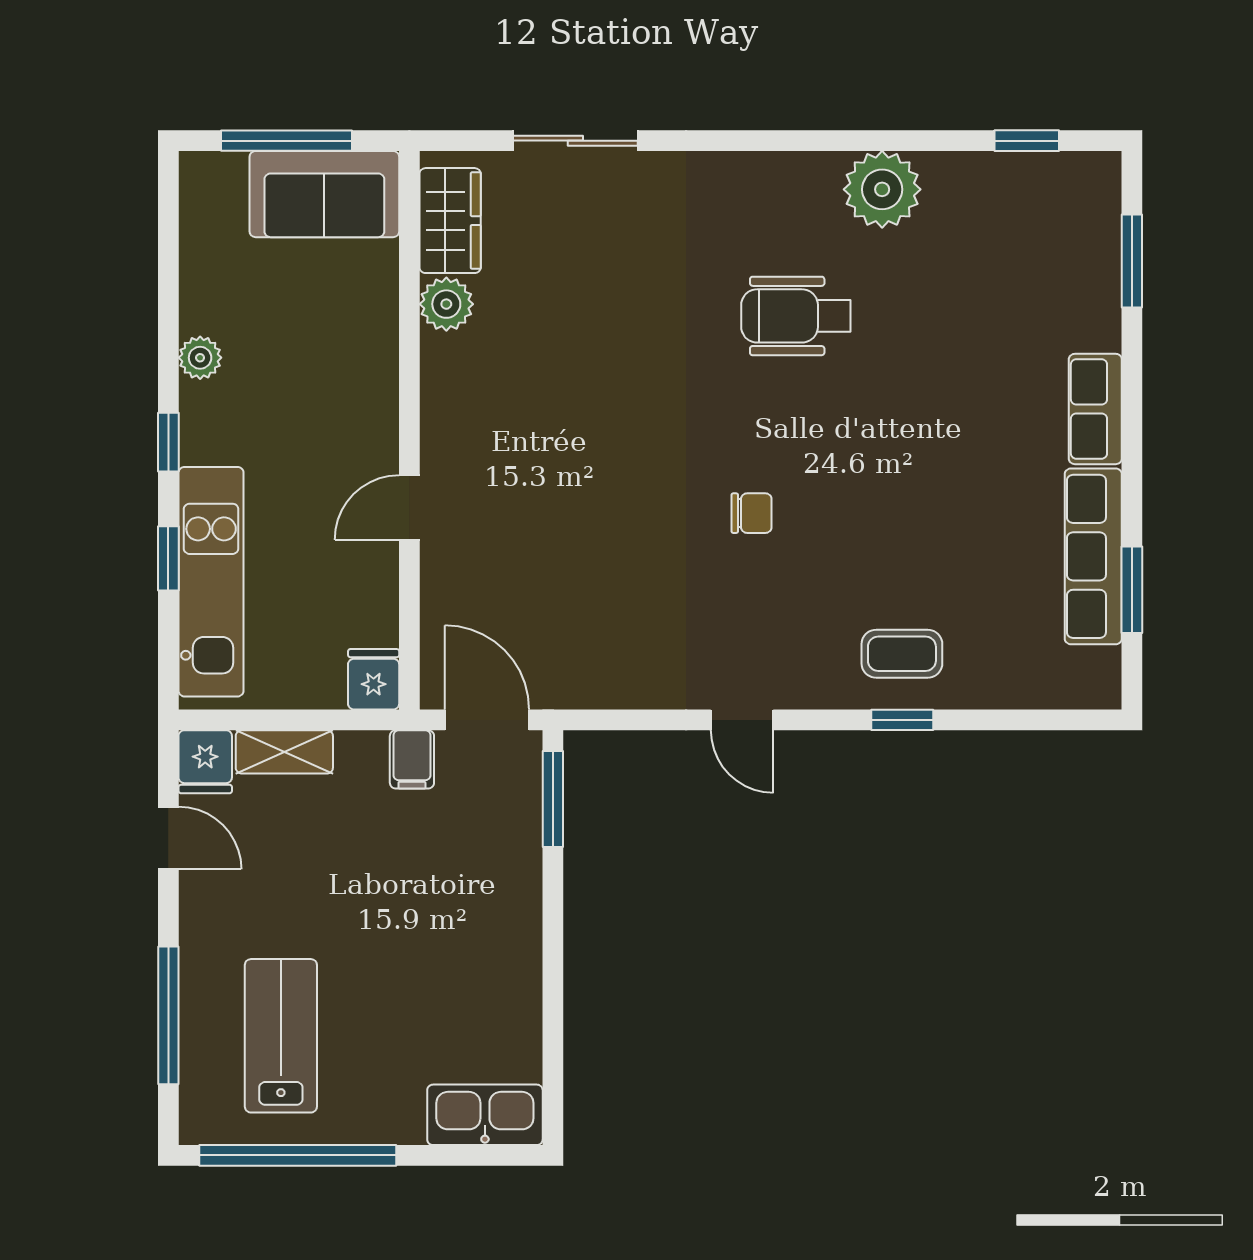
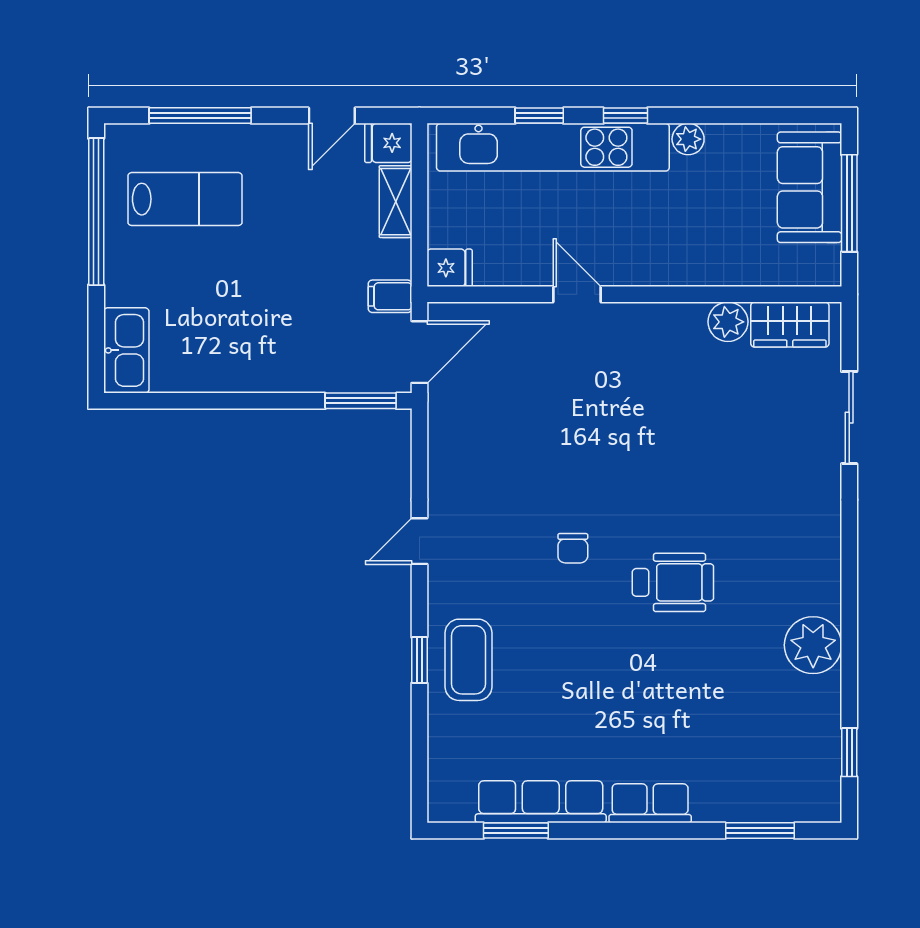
sofa: (324, 194) -> (810, 187), moved
wheelchair: (796, 316) -> (673, 582), moved, turned 90
kitchen unit: (211, 582) -> (553, 147), width x1.36
coffee table: (902, 654) -> (468, 660), width x1.36, depth x1.30

